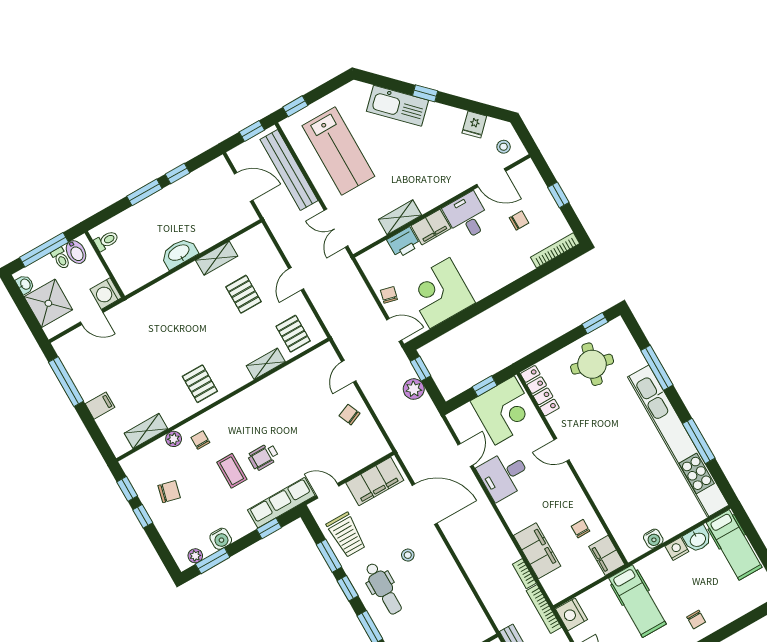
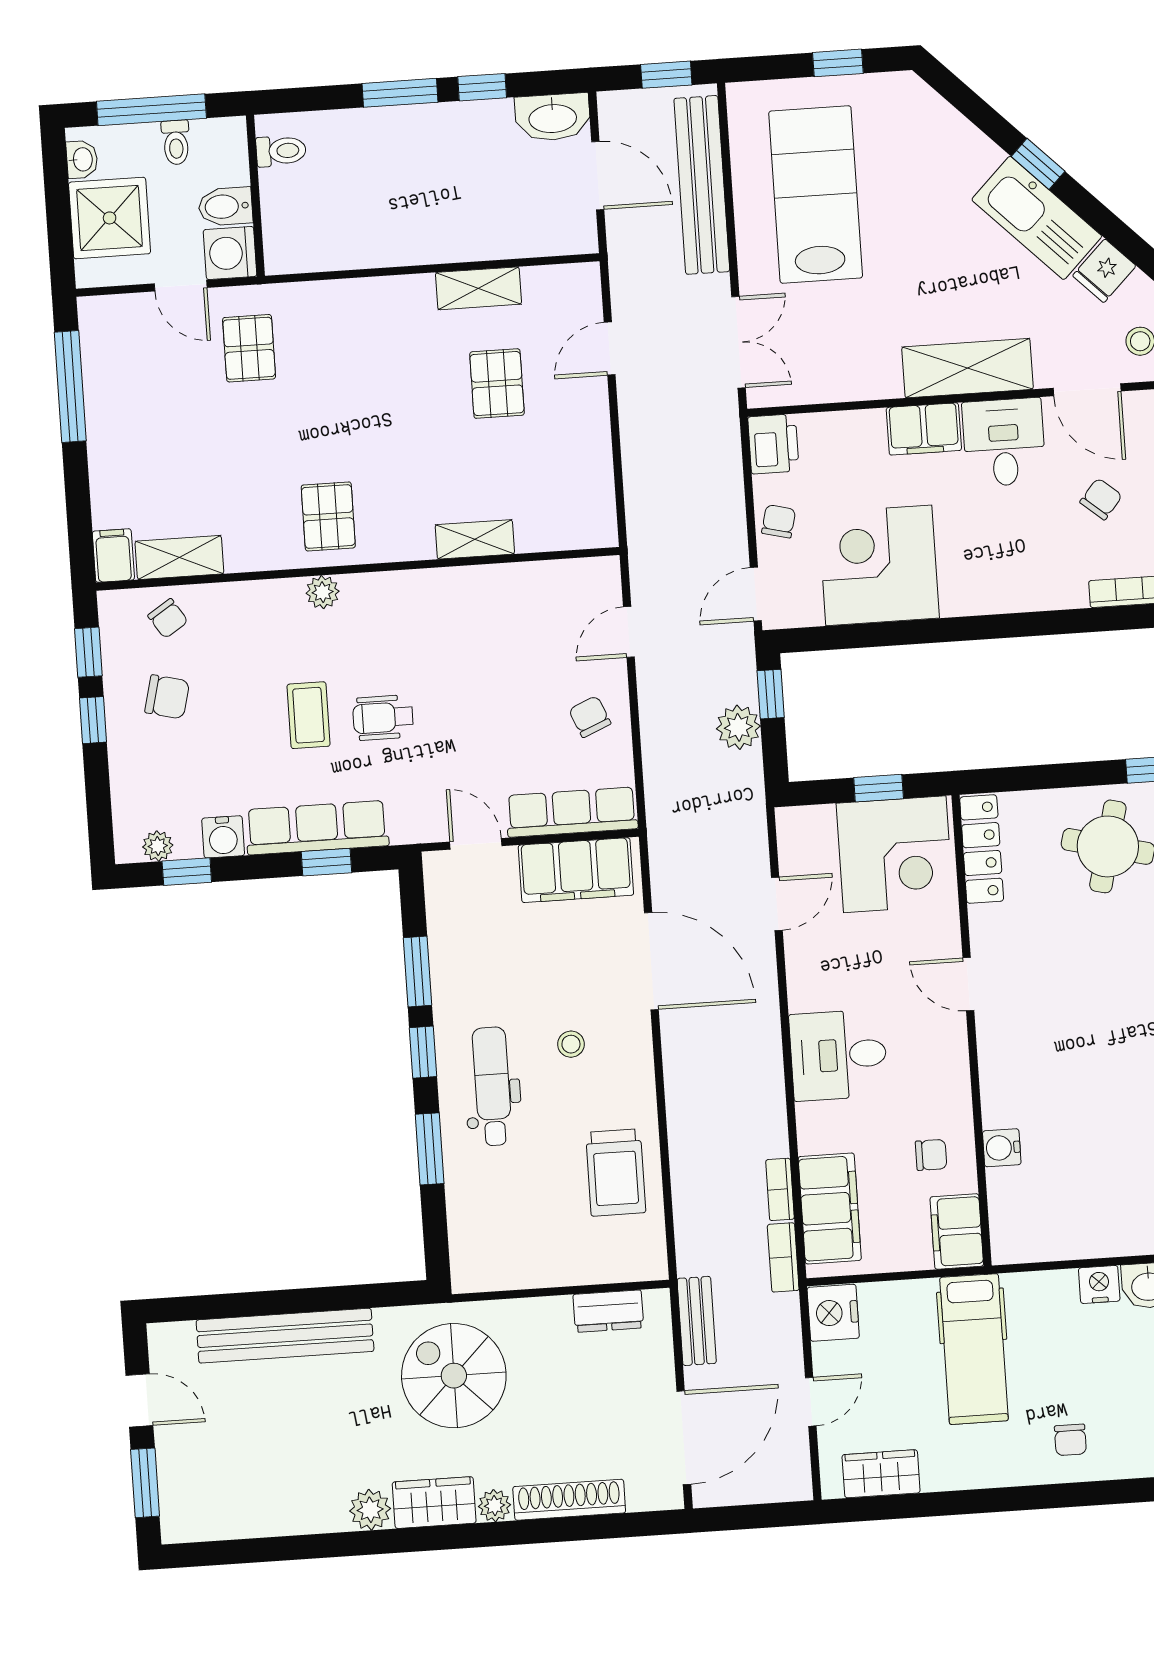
window: (295, 106) -> (838, 63), moved
kitchen sink: (398, 106) -> (1037, 218), moved
lab bench: (338, 151) -> (816, 195), turned 180
shelving: (400, 217) -> (968, 368), moved, width x1.50, depth x1.33
chair: (519, 220) -> (1101, 499), turned -50
double door: (336, 228) -> (739, 342), swing flipped
printer: (403, 243) -> (773, 444), moved, turned -90
bidet: (76, 252) -> (225, 206), moved, turned 90
washbasin: (179, 253) -> (553, 117), moved, turned 180
door: (296, 279) -> (610, 349), moved
door: (394, 330) -> (756, 594), swing flipped
pallet: (293, 334) -> (249, 348), moved
filing cabinet: (100, 406) -> (113, 556), moved, turned -90
plant: (174, 439) -> (323, 592), moved
chair: (200, 440) -> (168, 618), moved, turned 147
row of seats: (361, 458) -> (572, 812), added
desk: (504, 475) -> (838, 1055), moved
row of seats: (281, 503) -> (317, 828), moved
chair: (580, 529) -> (931, 1155), turned 90
trolley: (346, 535) -> (616, 1172), moved
water cooler: (653, 539) -> (1002, 1148), moved, turned 90
filing cabinet: (537, 551) -> (830, 1208), moved
window: (213, 561) -> (187, 872), width x0.67
dental chair: (383, 589) -> (492, 1086), turned 180
bookcase: (544, 609) -> (783, 1257), width x0.64

